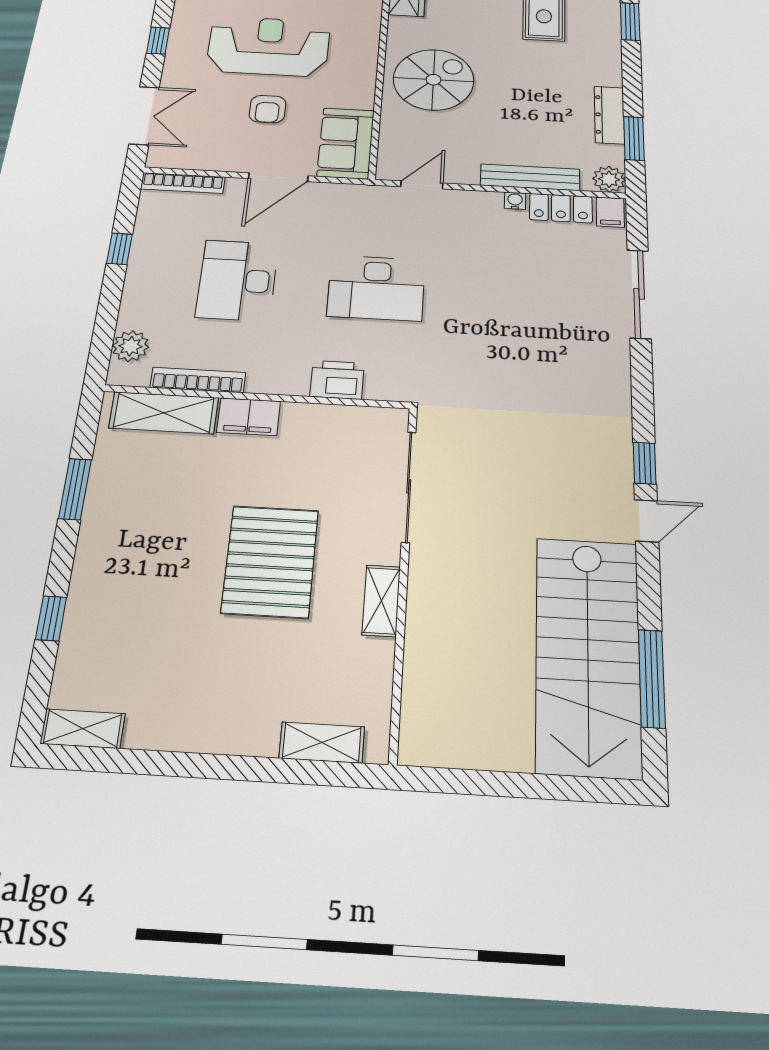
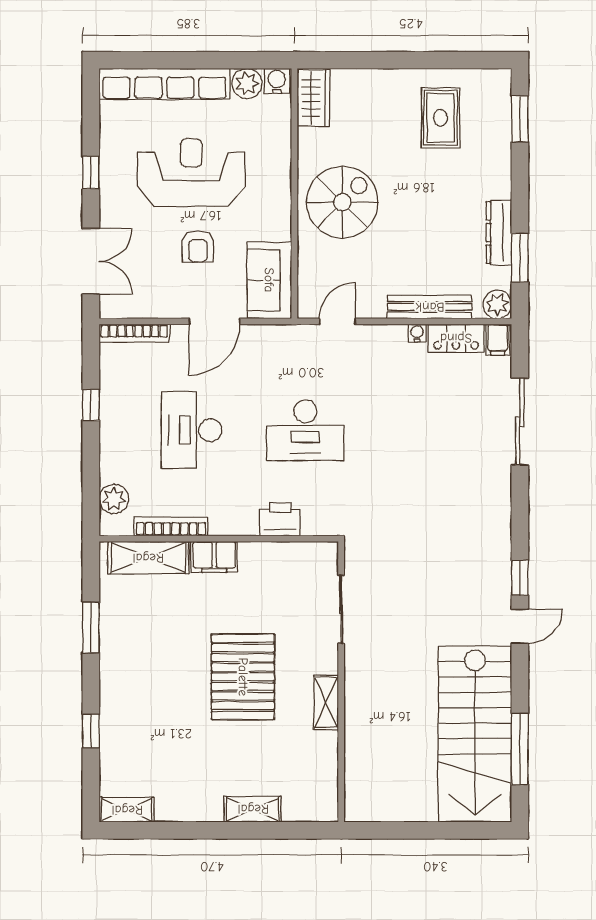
sliding door: (409, 486) -> (341, 609), width x0.73
shelving: (322, 742) -> (253, 809), moved

